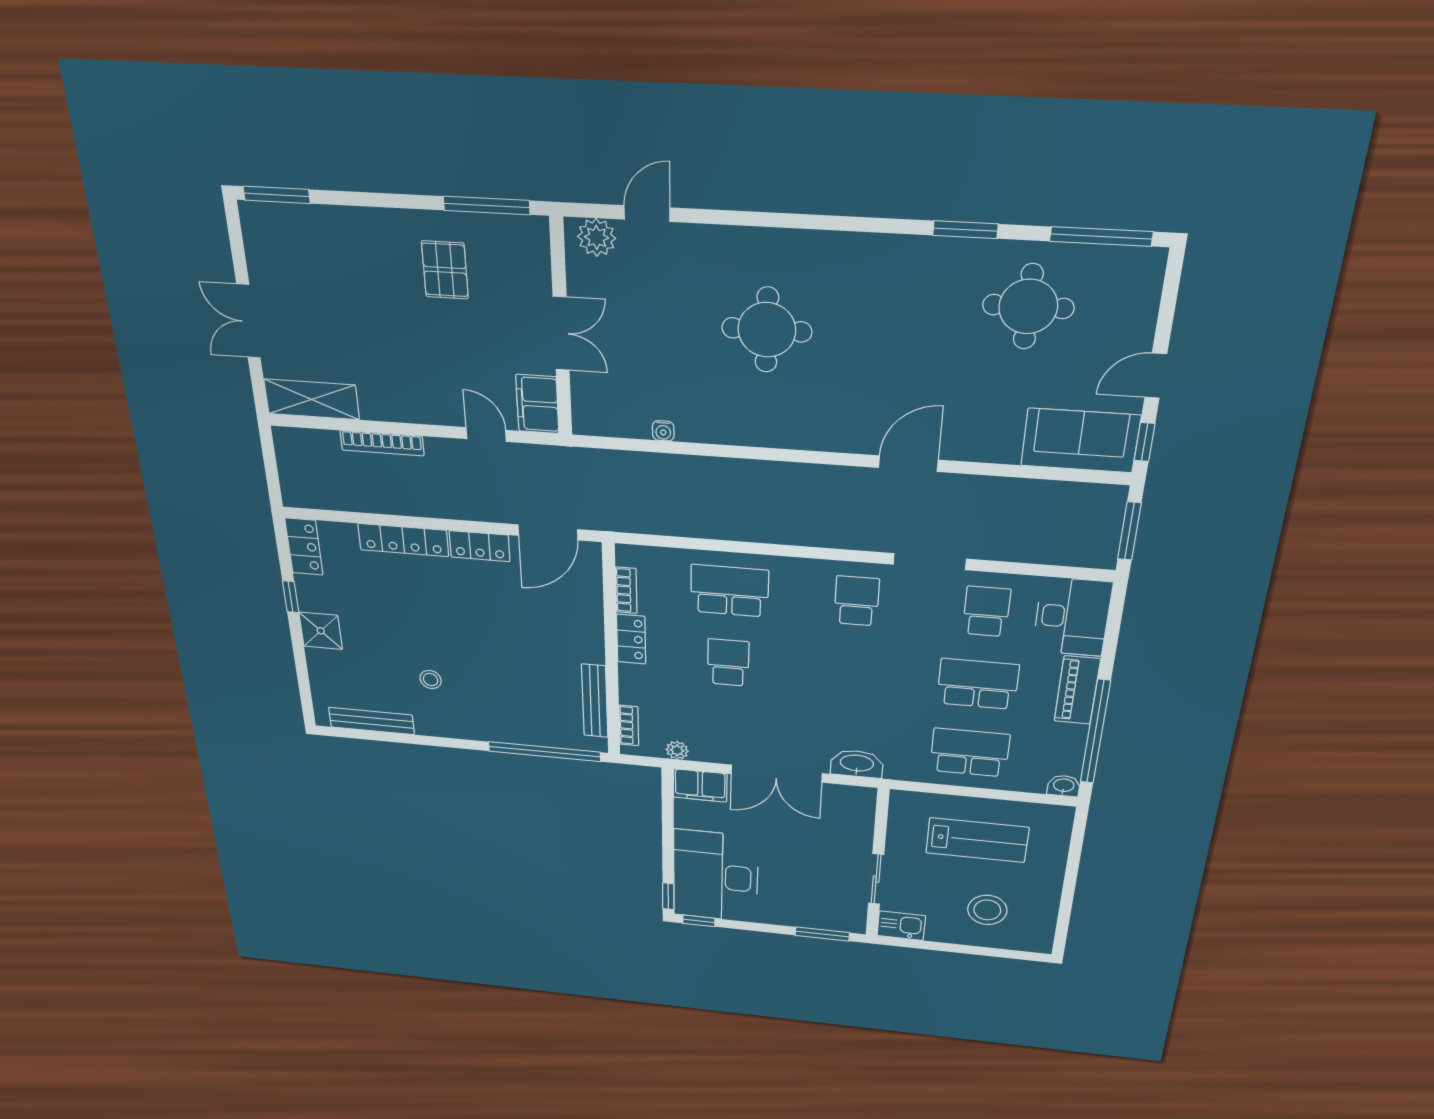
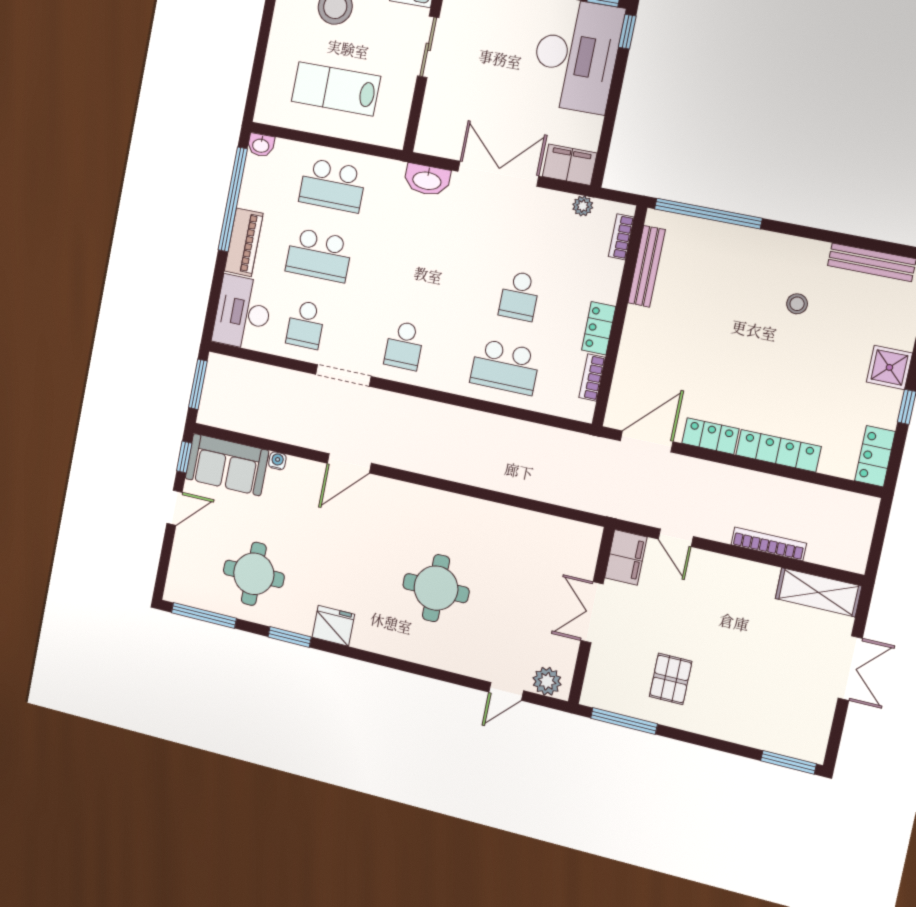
fridge: (903, 257) -> (333, 626), added
water cooler: (663, 431) -> (277, 461), moved

